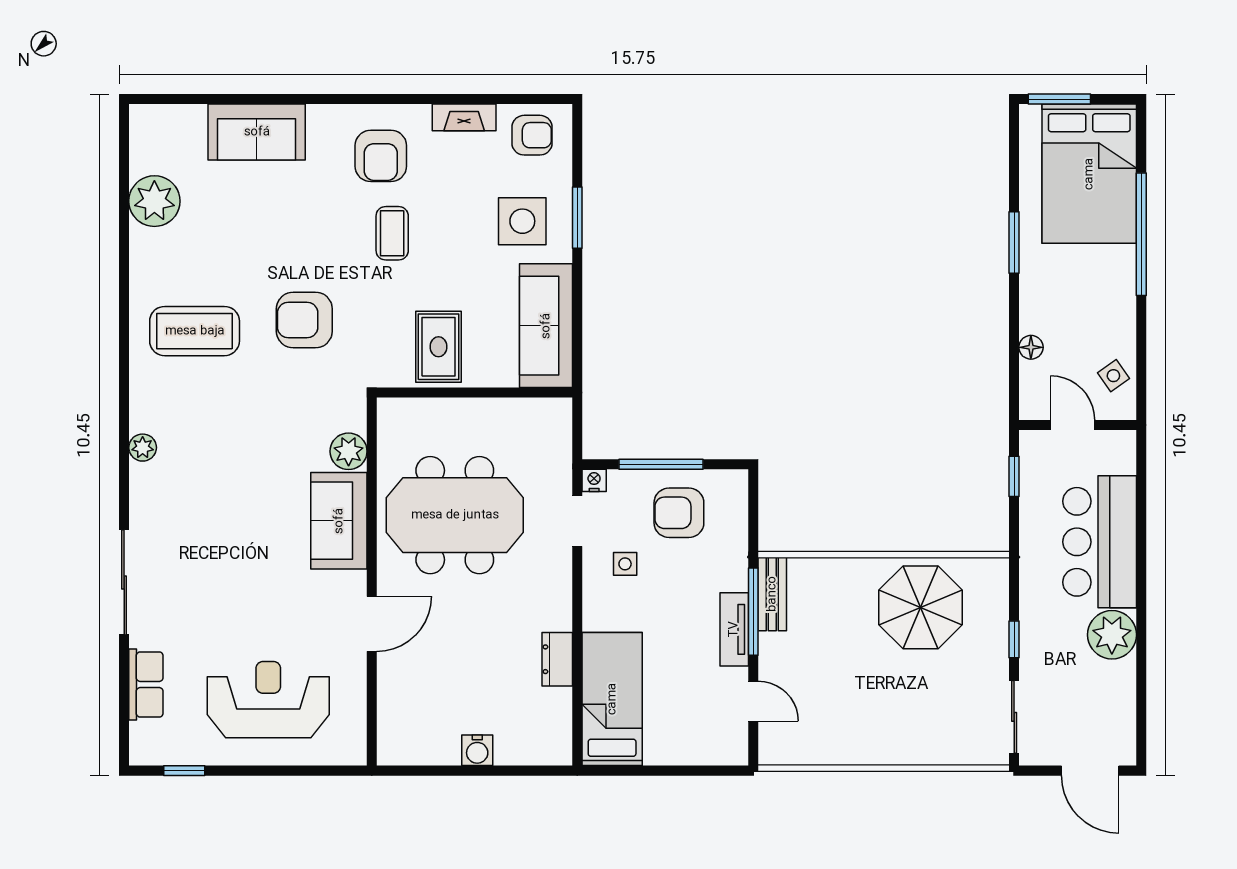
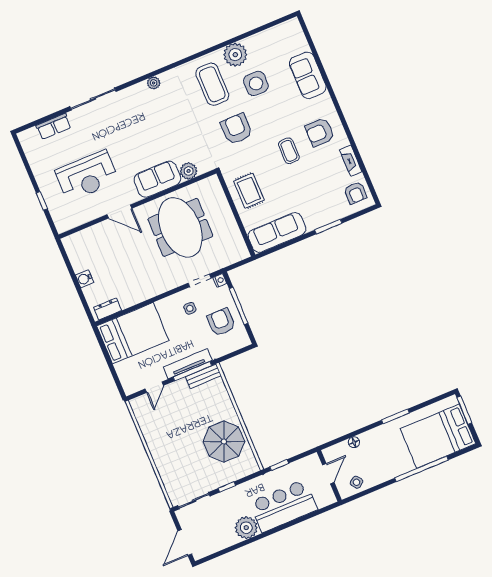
plant: (154, 201) -> (235, 55), moved
side table: (522, 221) -> (256, 83), moved
coffee table: (392, 233) -> (289, 151), turned 90
rug: (439, 347) -> (249, 191), turned 90
window: (1014, 476) -> (279, 465), moved
tv unit: (734, 629) -> (188, 364), width x1.41
dresser: (557, 659) -> (108, 309), moved
bed: (612, 699) -> (133, 333), width x1.50
reception desk: (268, 700) -> (87, 176), moved, turned 90
window: (184, 771) -> (42, 201), moved

